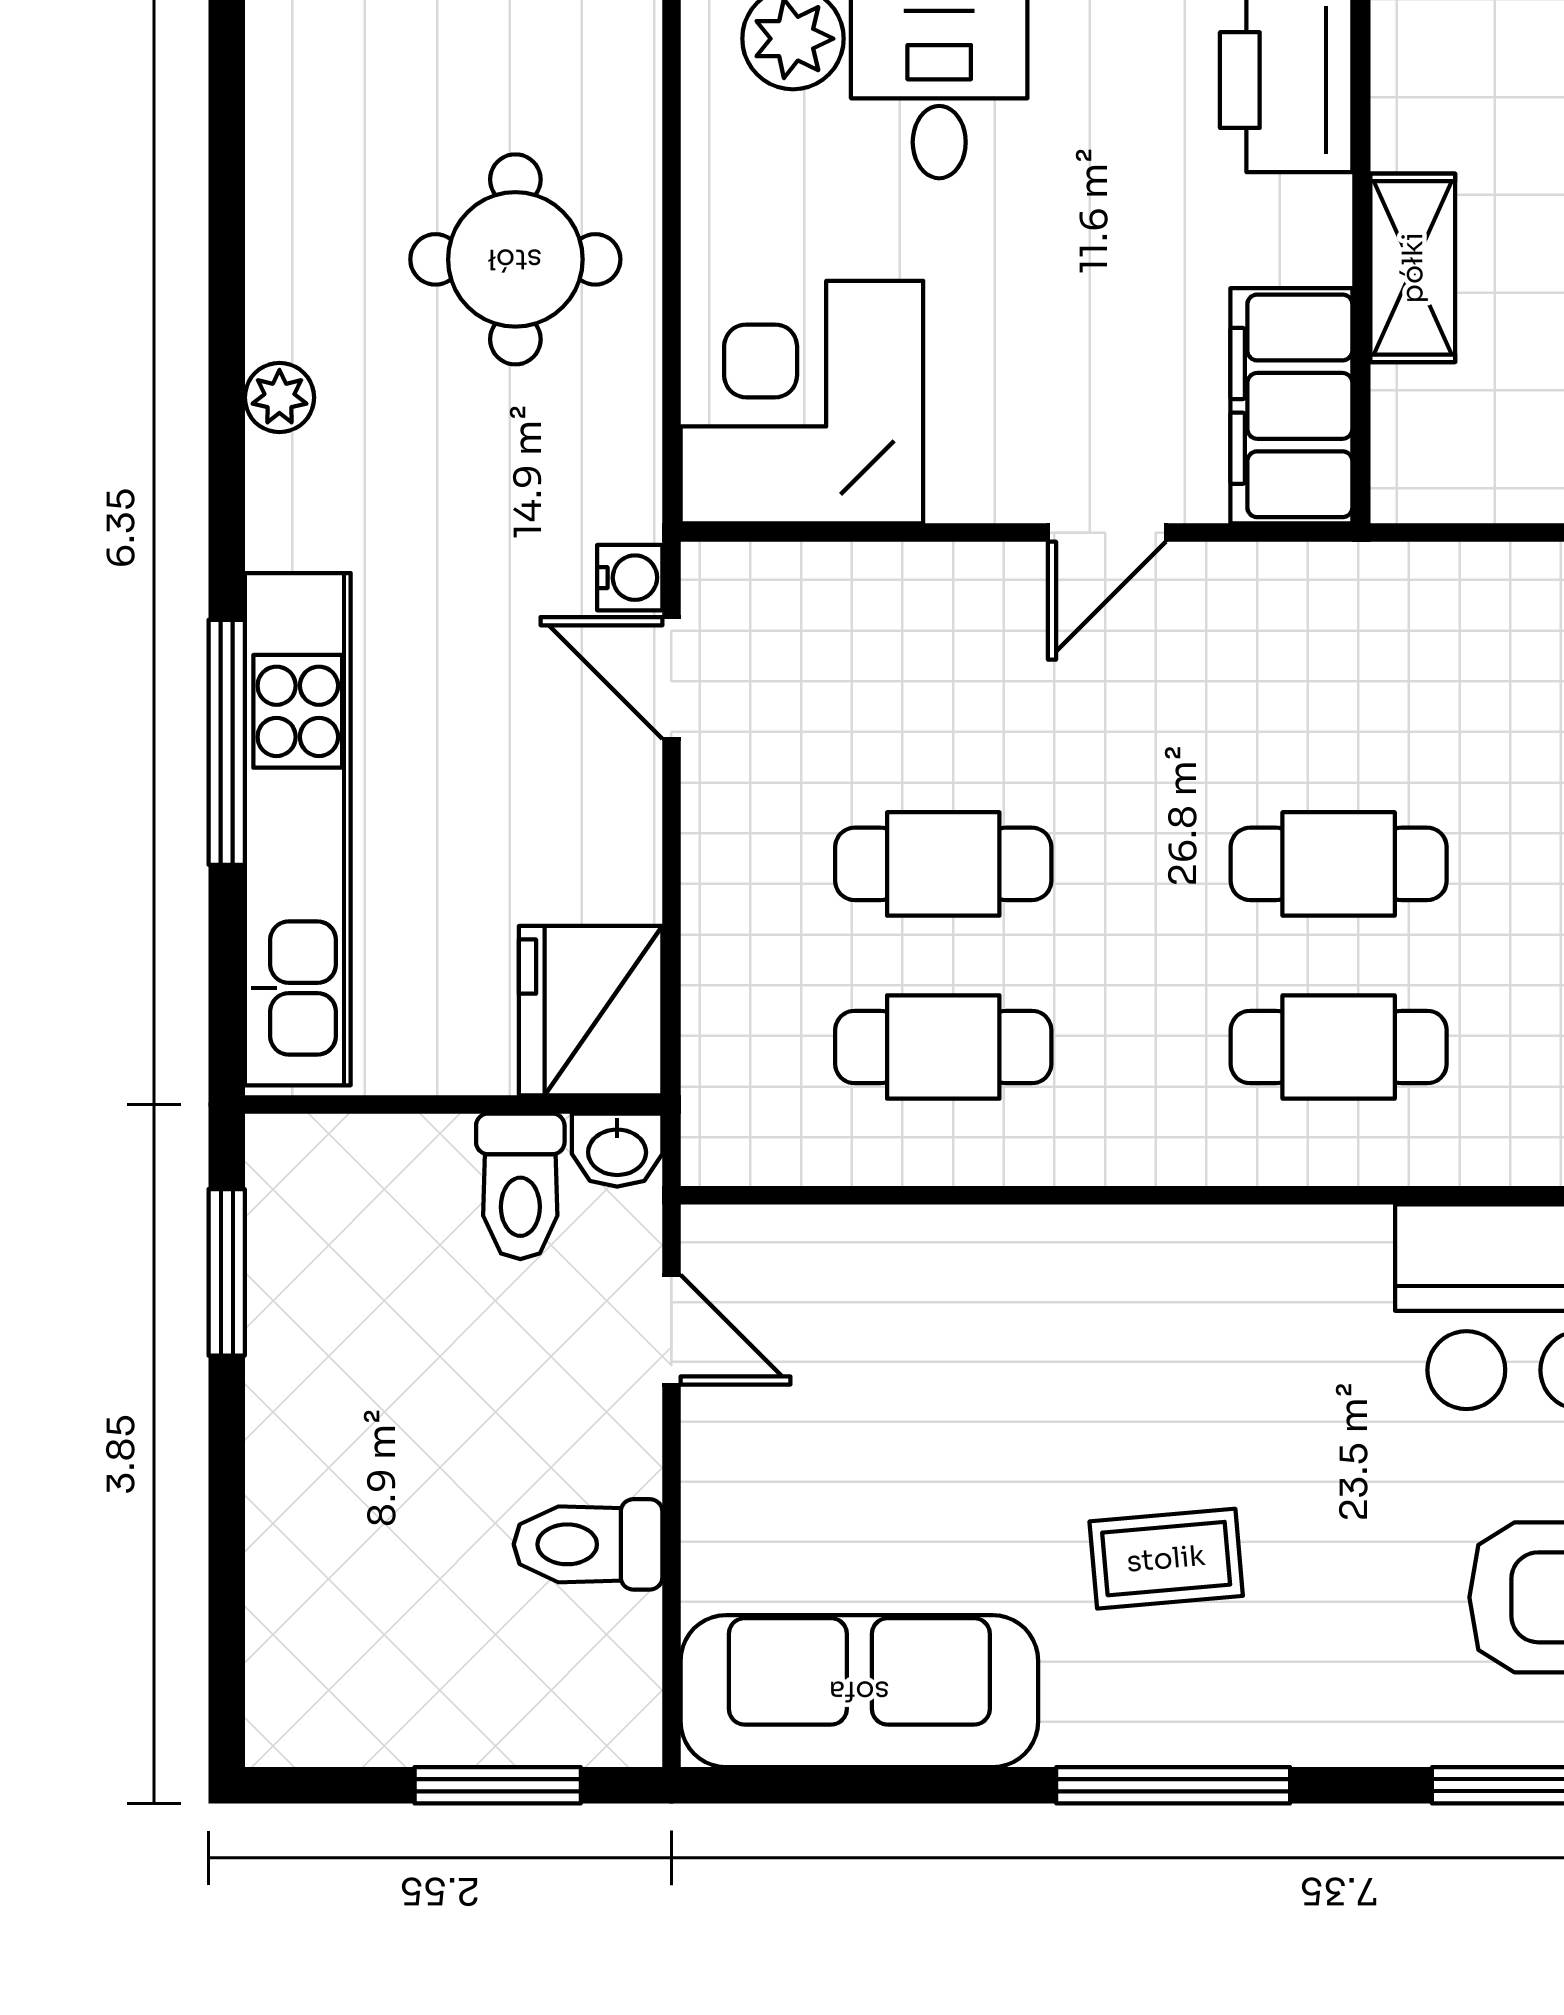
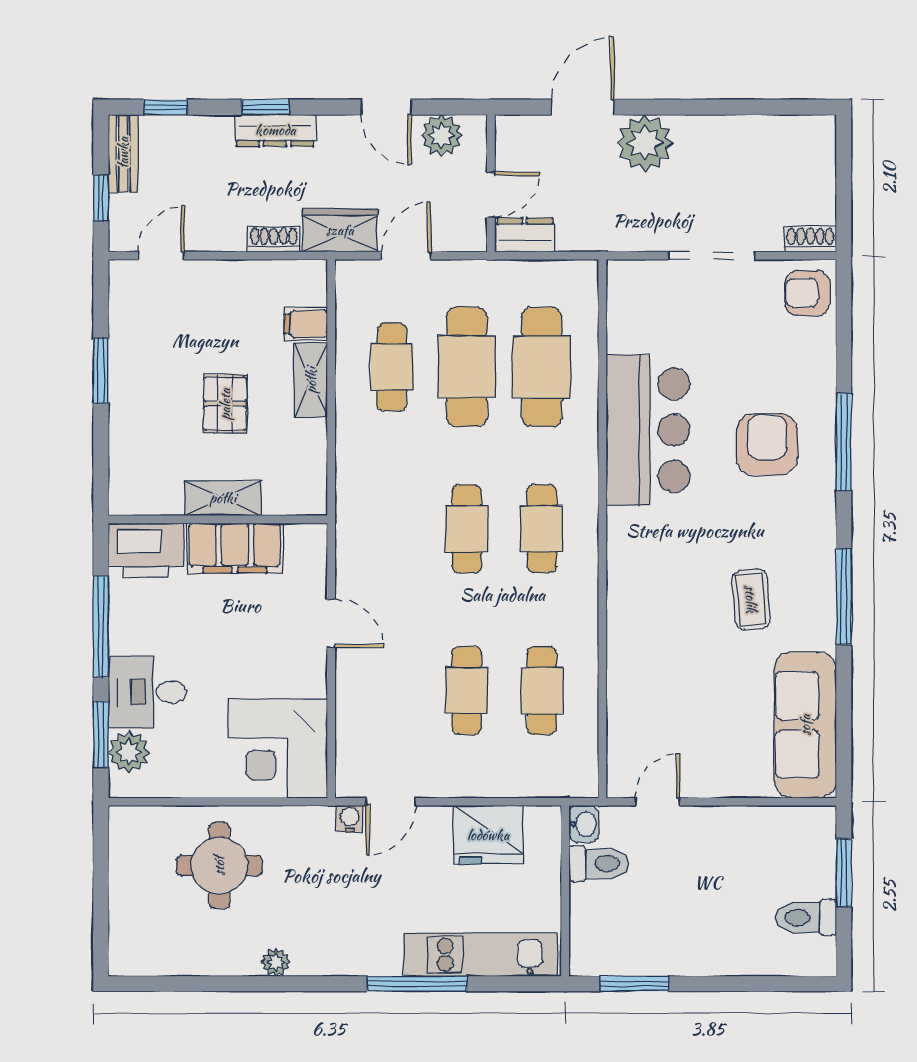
filing cabinet: (1291, 406) -> (235, 548), moved
kitchen unit: (298, 829) -> (481, 955), width x0.73
fridge: (591, 1011) -> (488, 835), moved
toilet: (588, 1544) -> (806, 918), moved, turned 90

